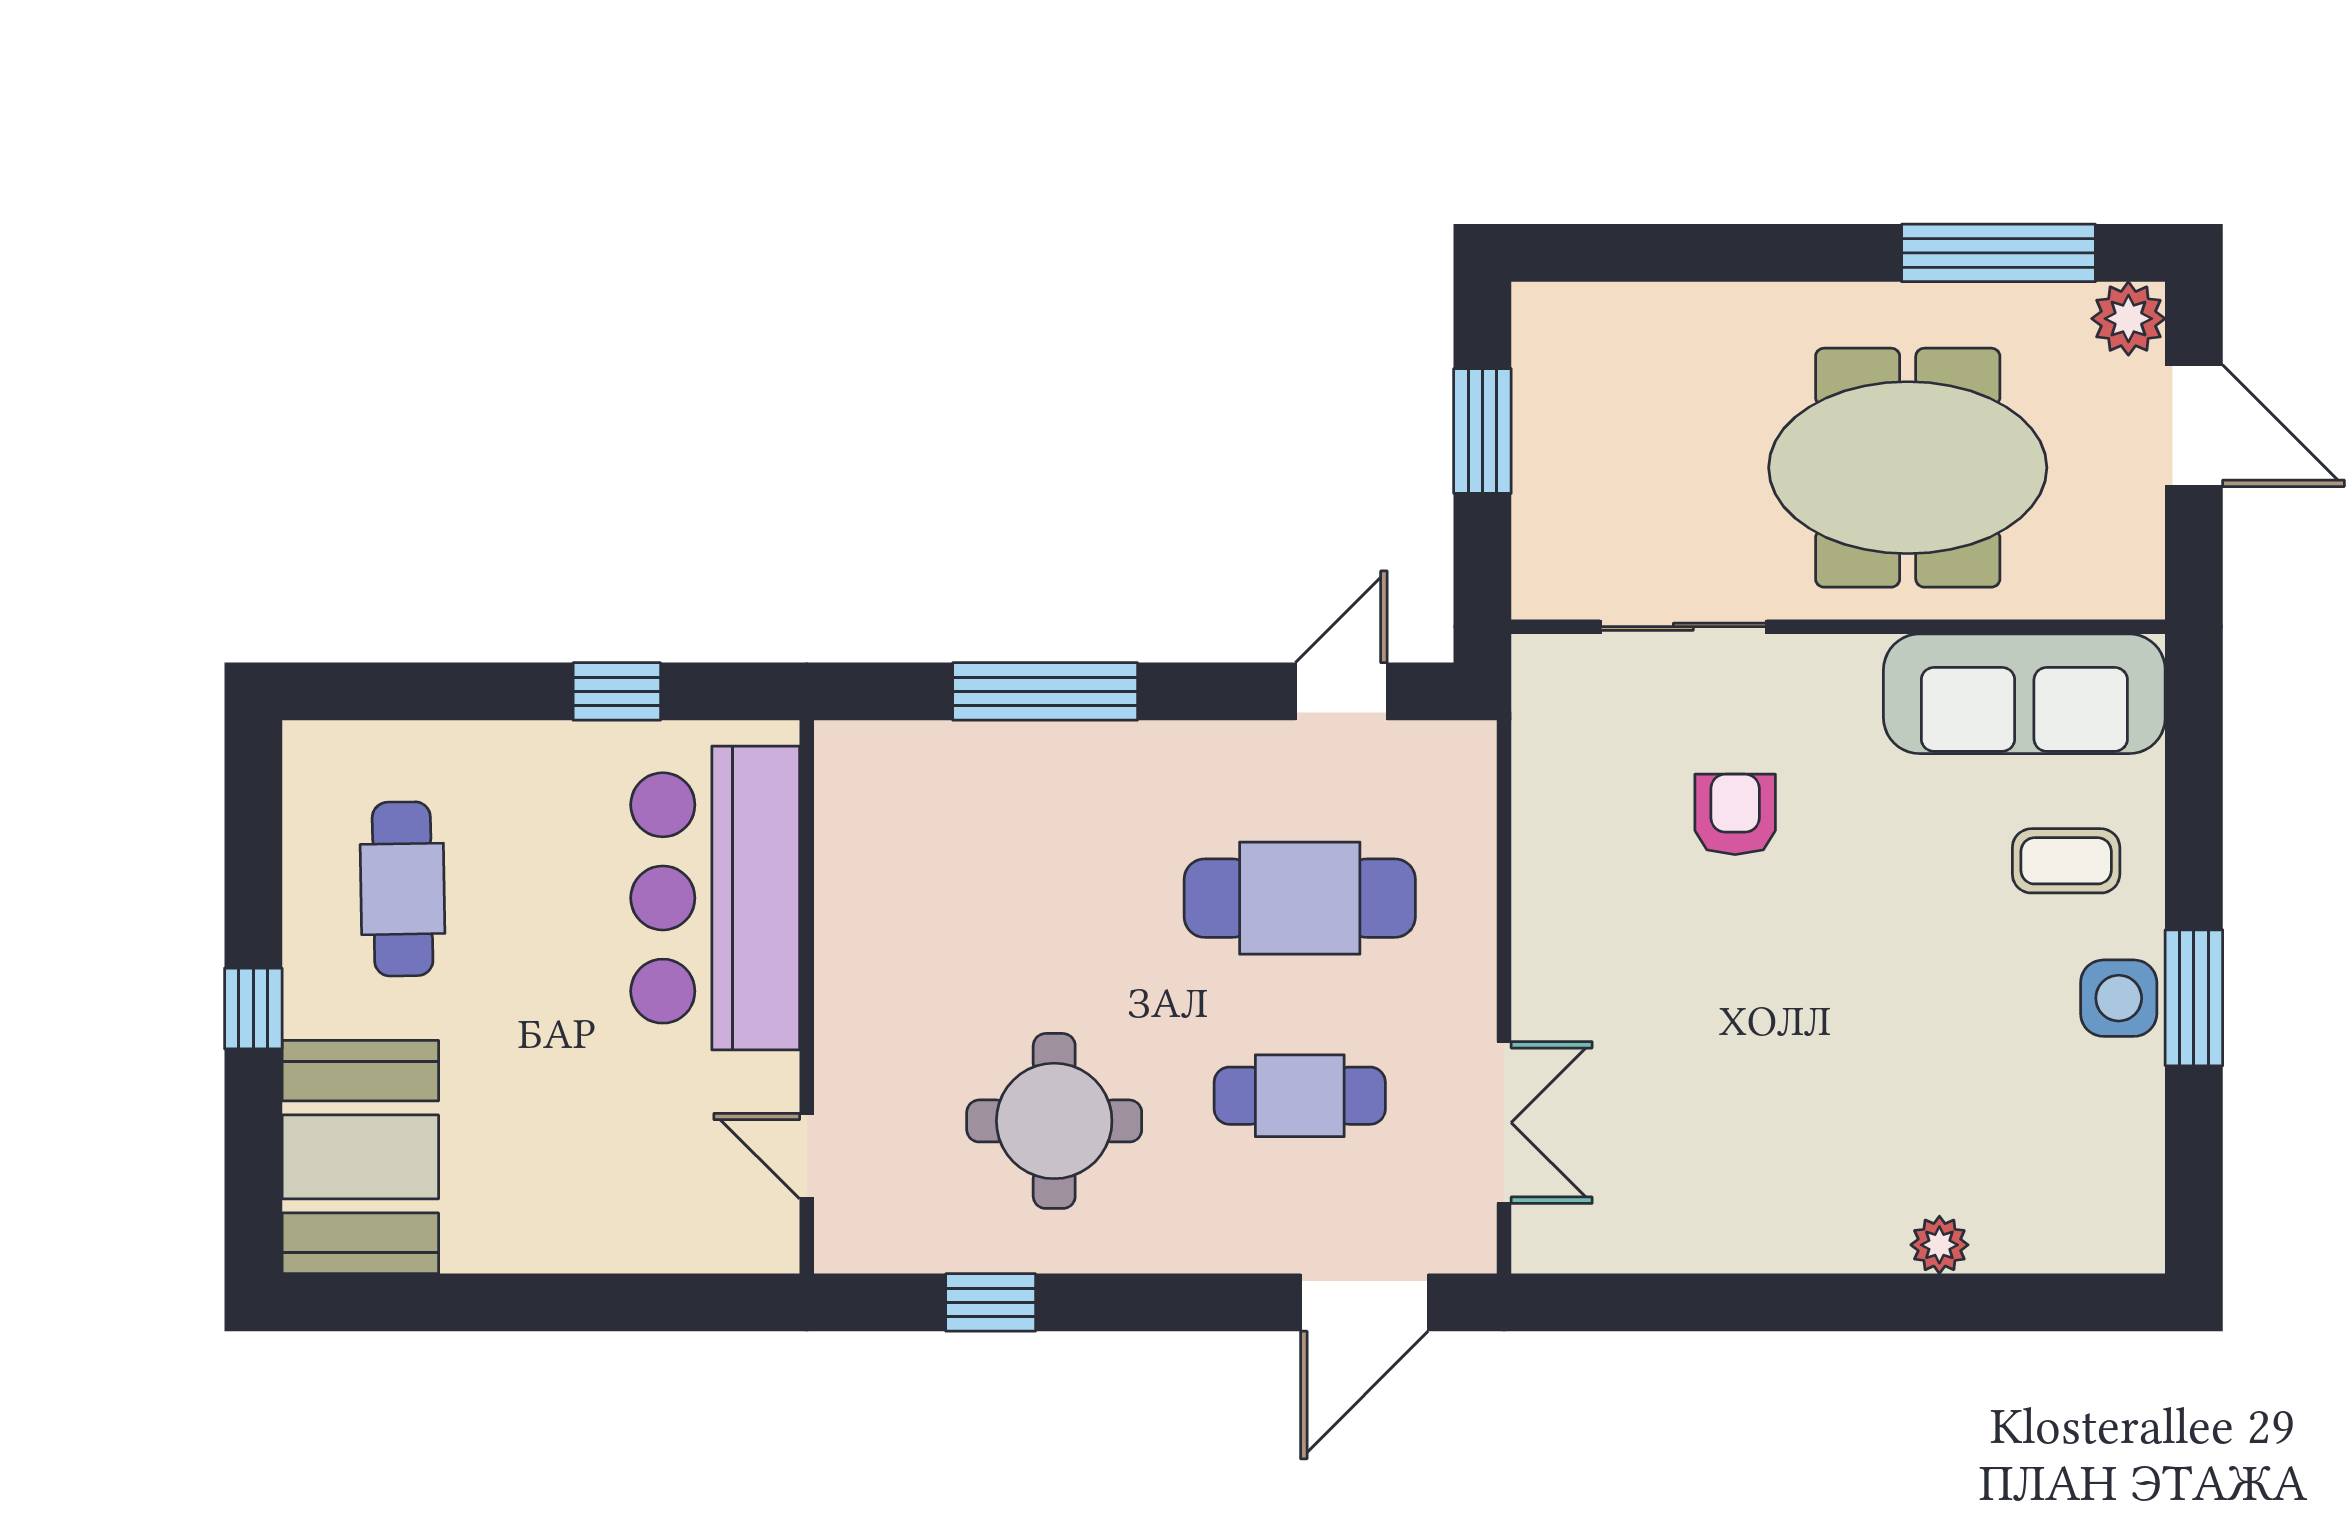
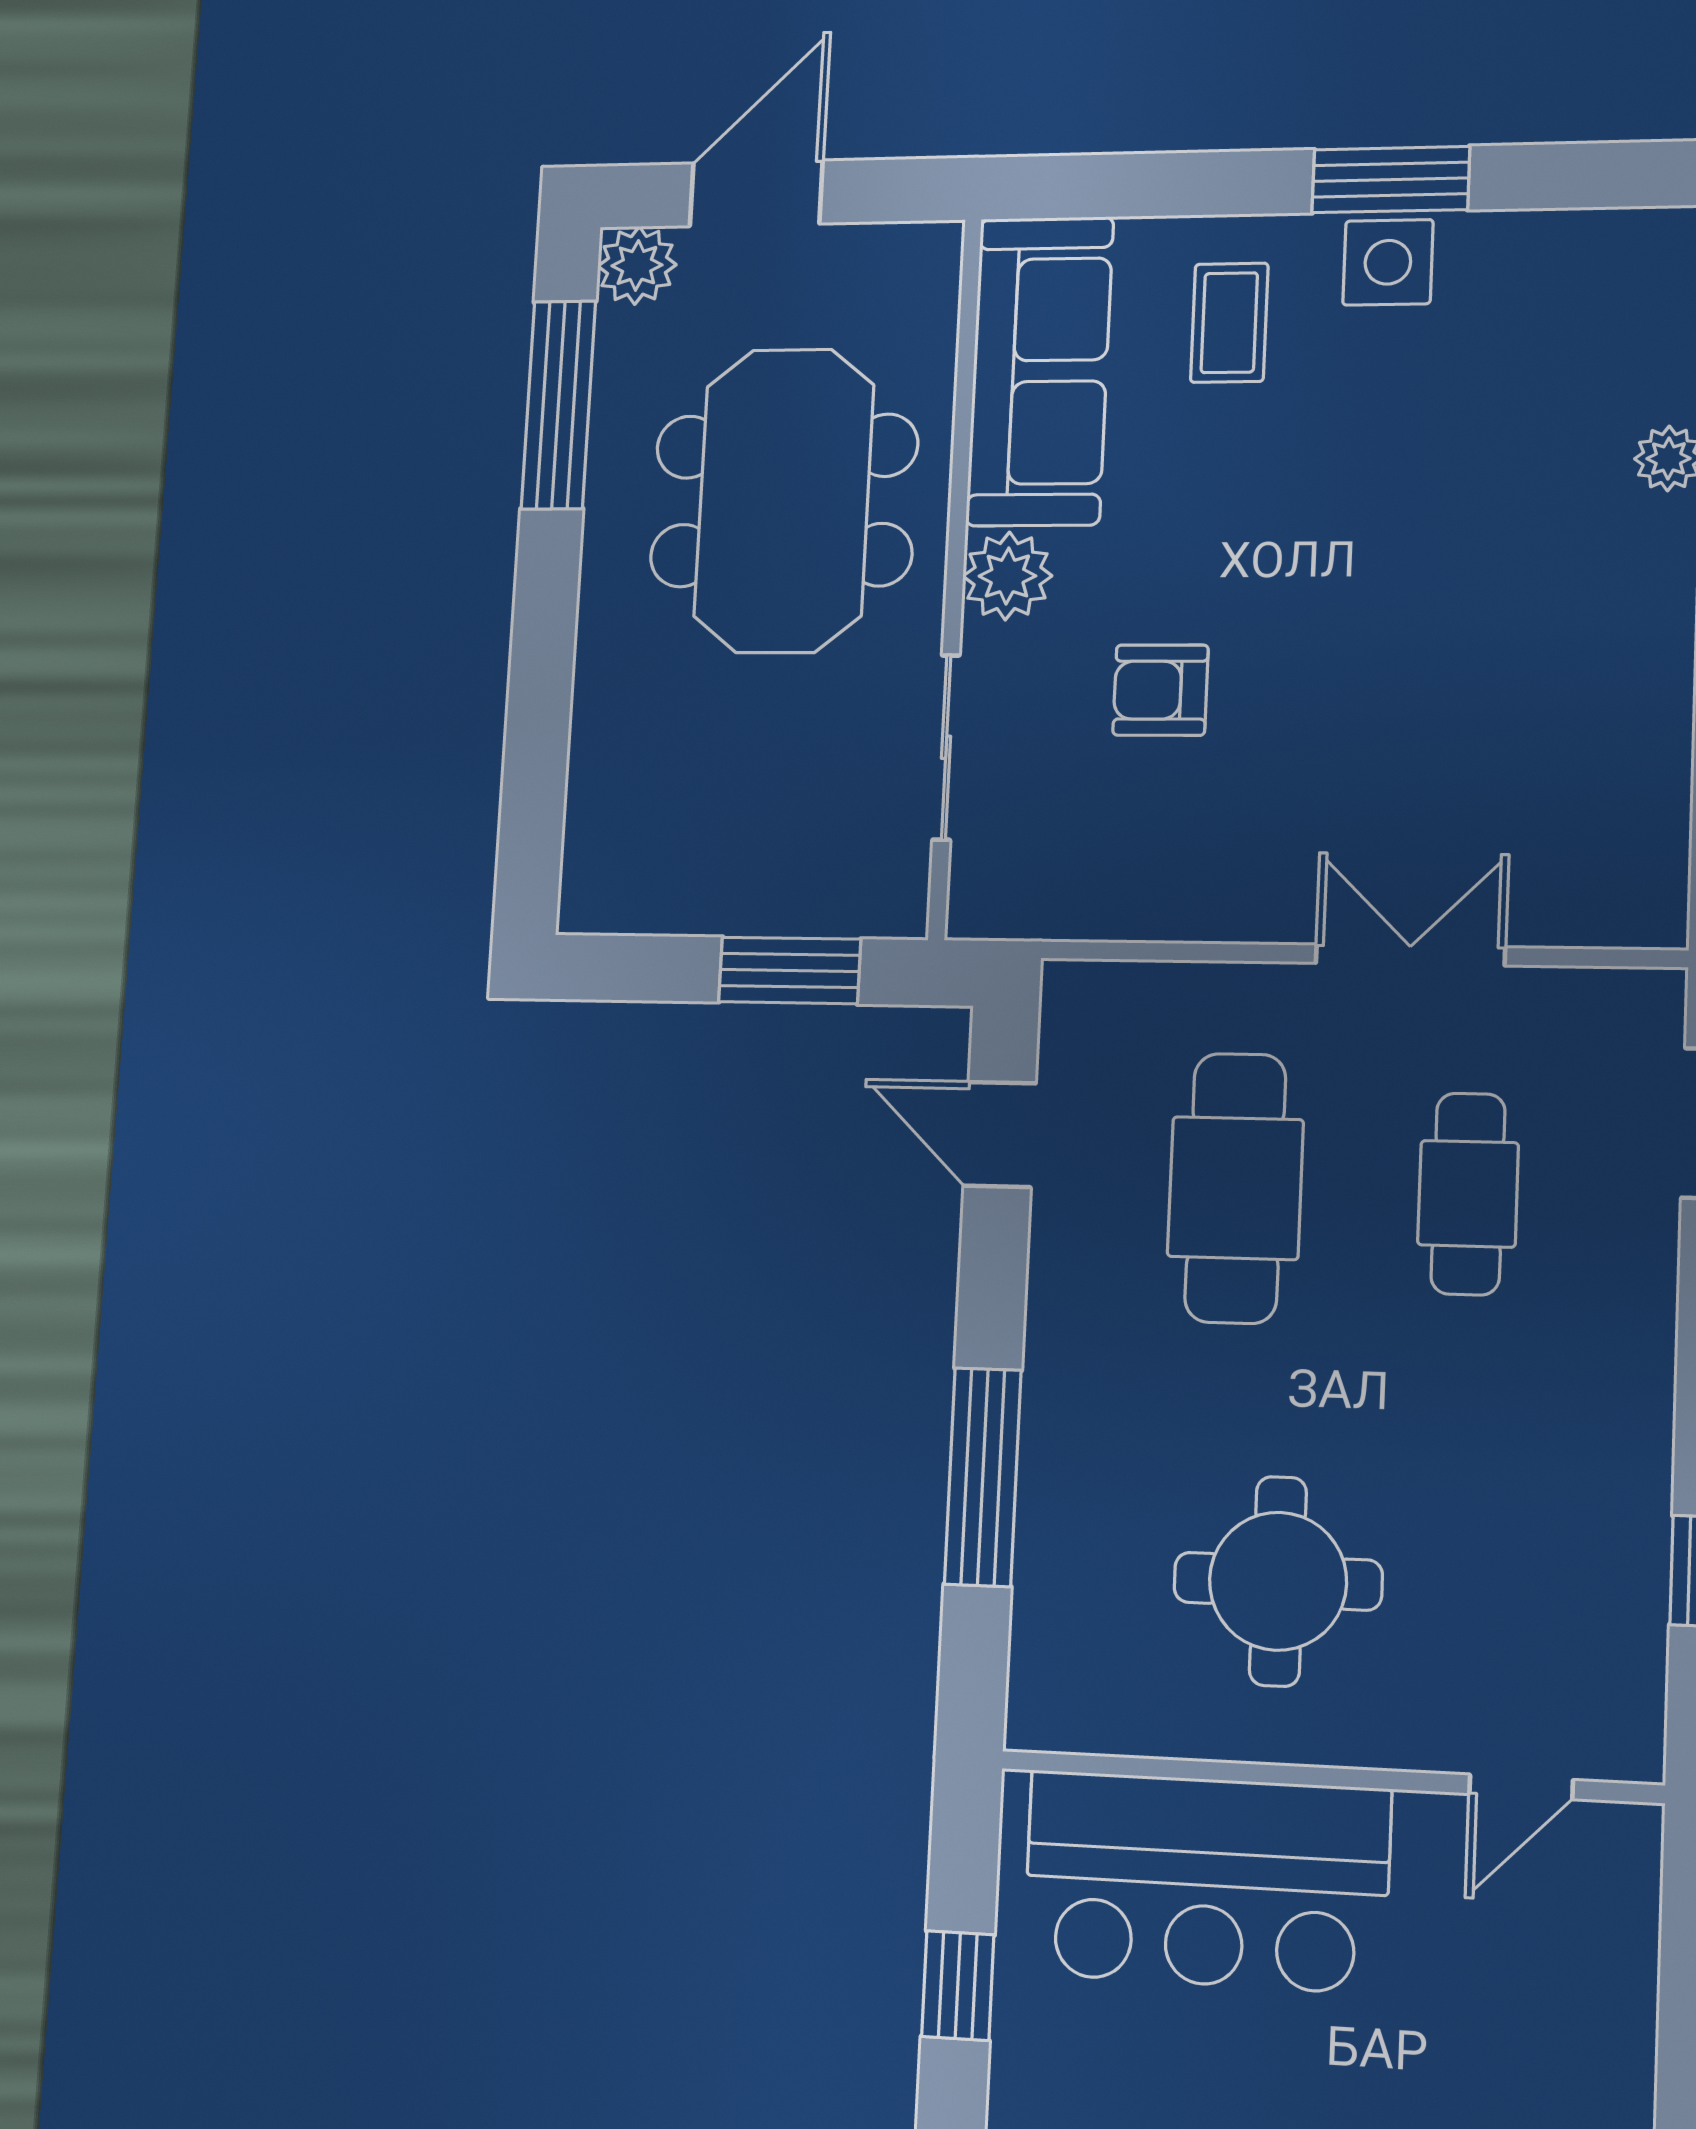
window: (1482, 431) -> (790, 970), moved
plant: (1838, 674) -> (1007, 576), added
round table: (1054, 1121) -> (1278, 1581), moved
double door: (1504, 1123) -> (1410, 955), moved

